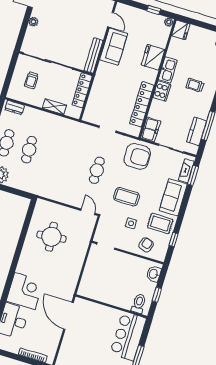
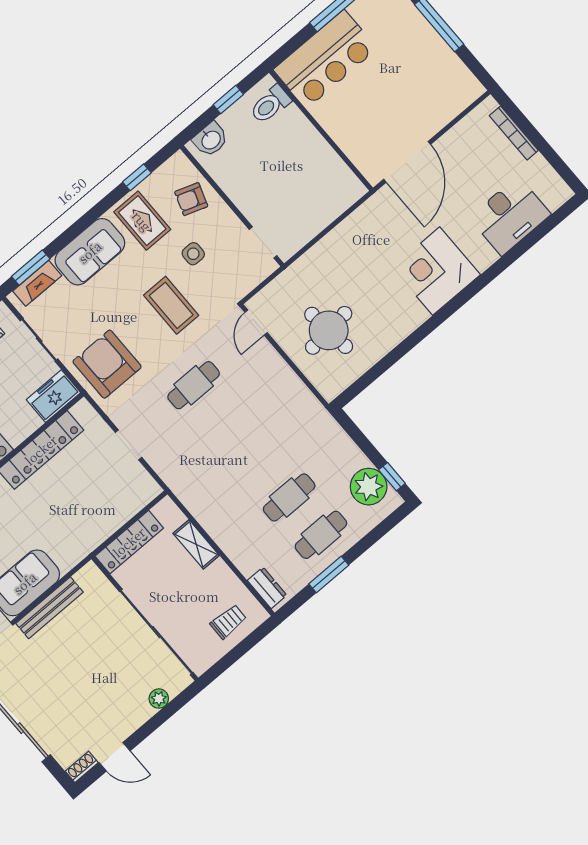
plant: (33, 22) -> (159, 699), moved
bench: (93, 55) -> (50, 608), moved
trolley: (31, 80) -> (228, 622), moved
round table: (51, 237) -> (329, 330), moved
corner desk: (25, 291) -> (436, 271), moved

